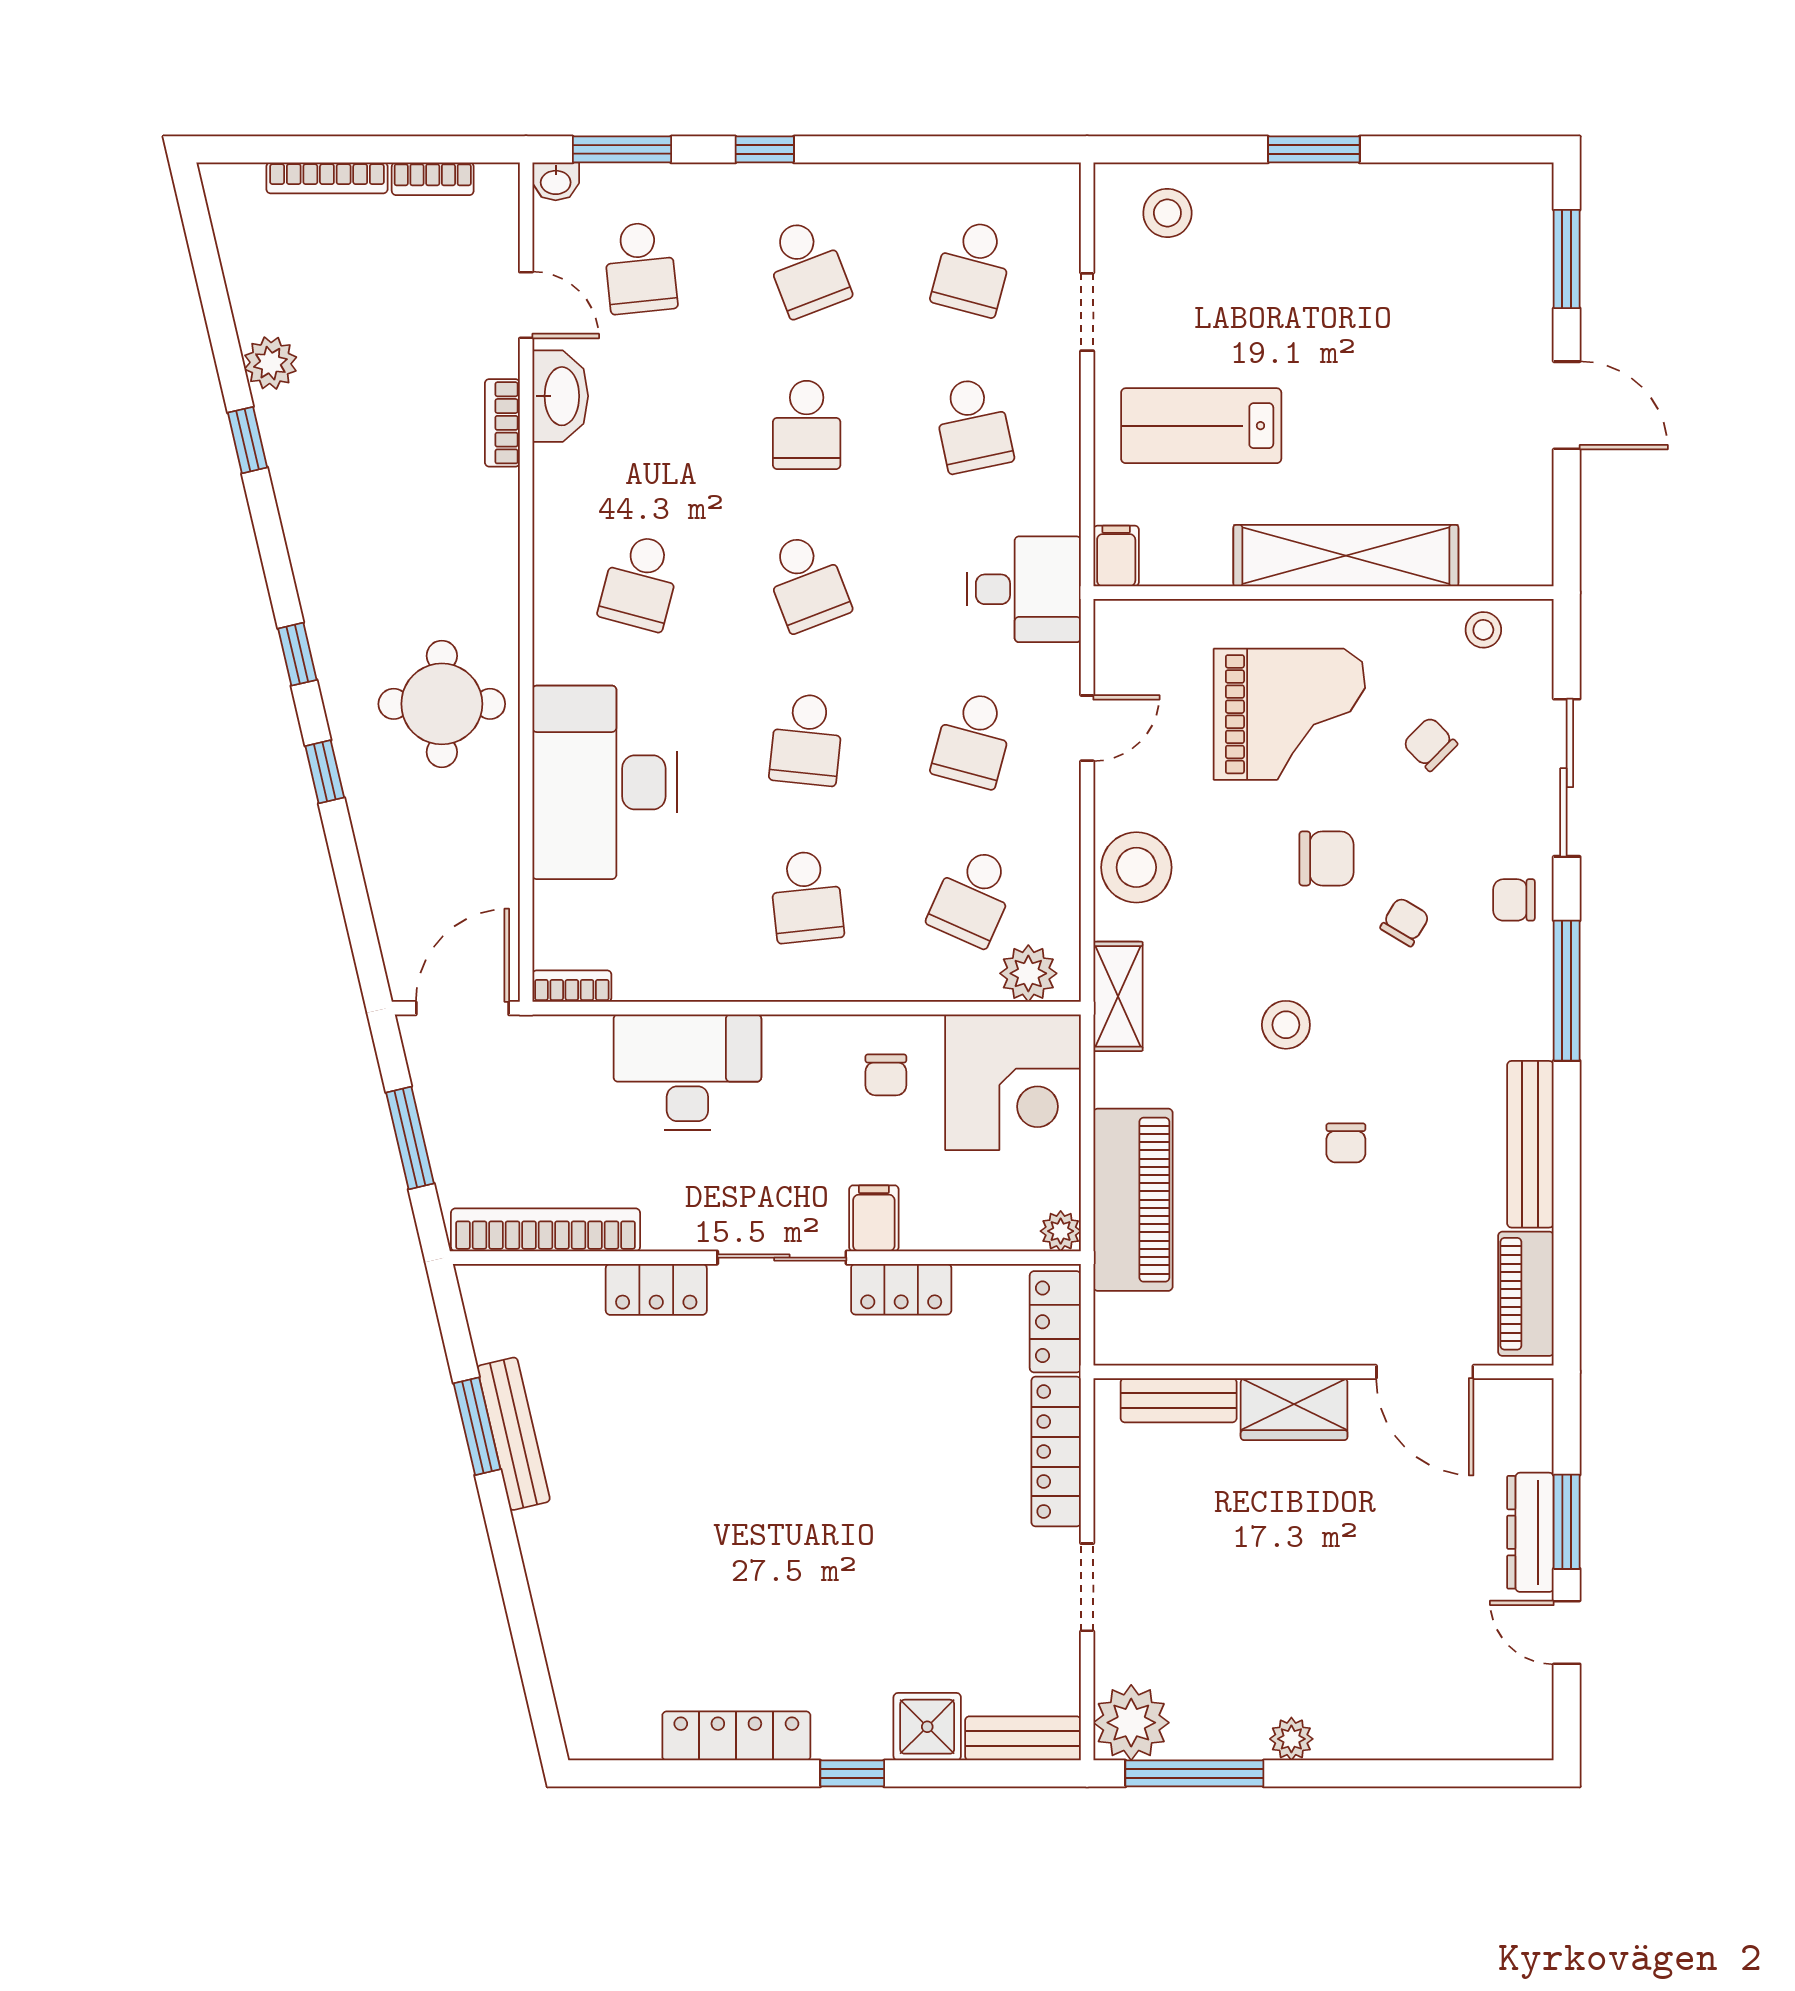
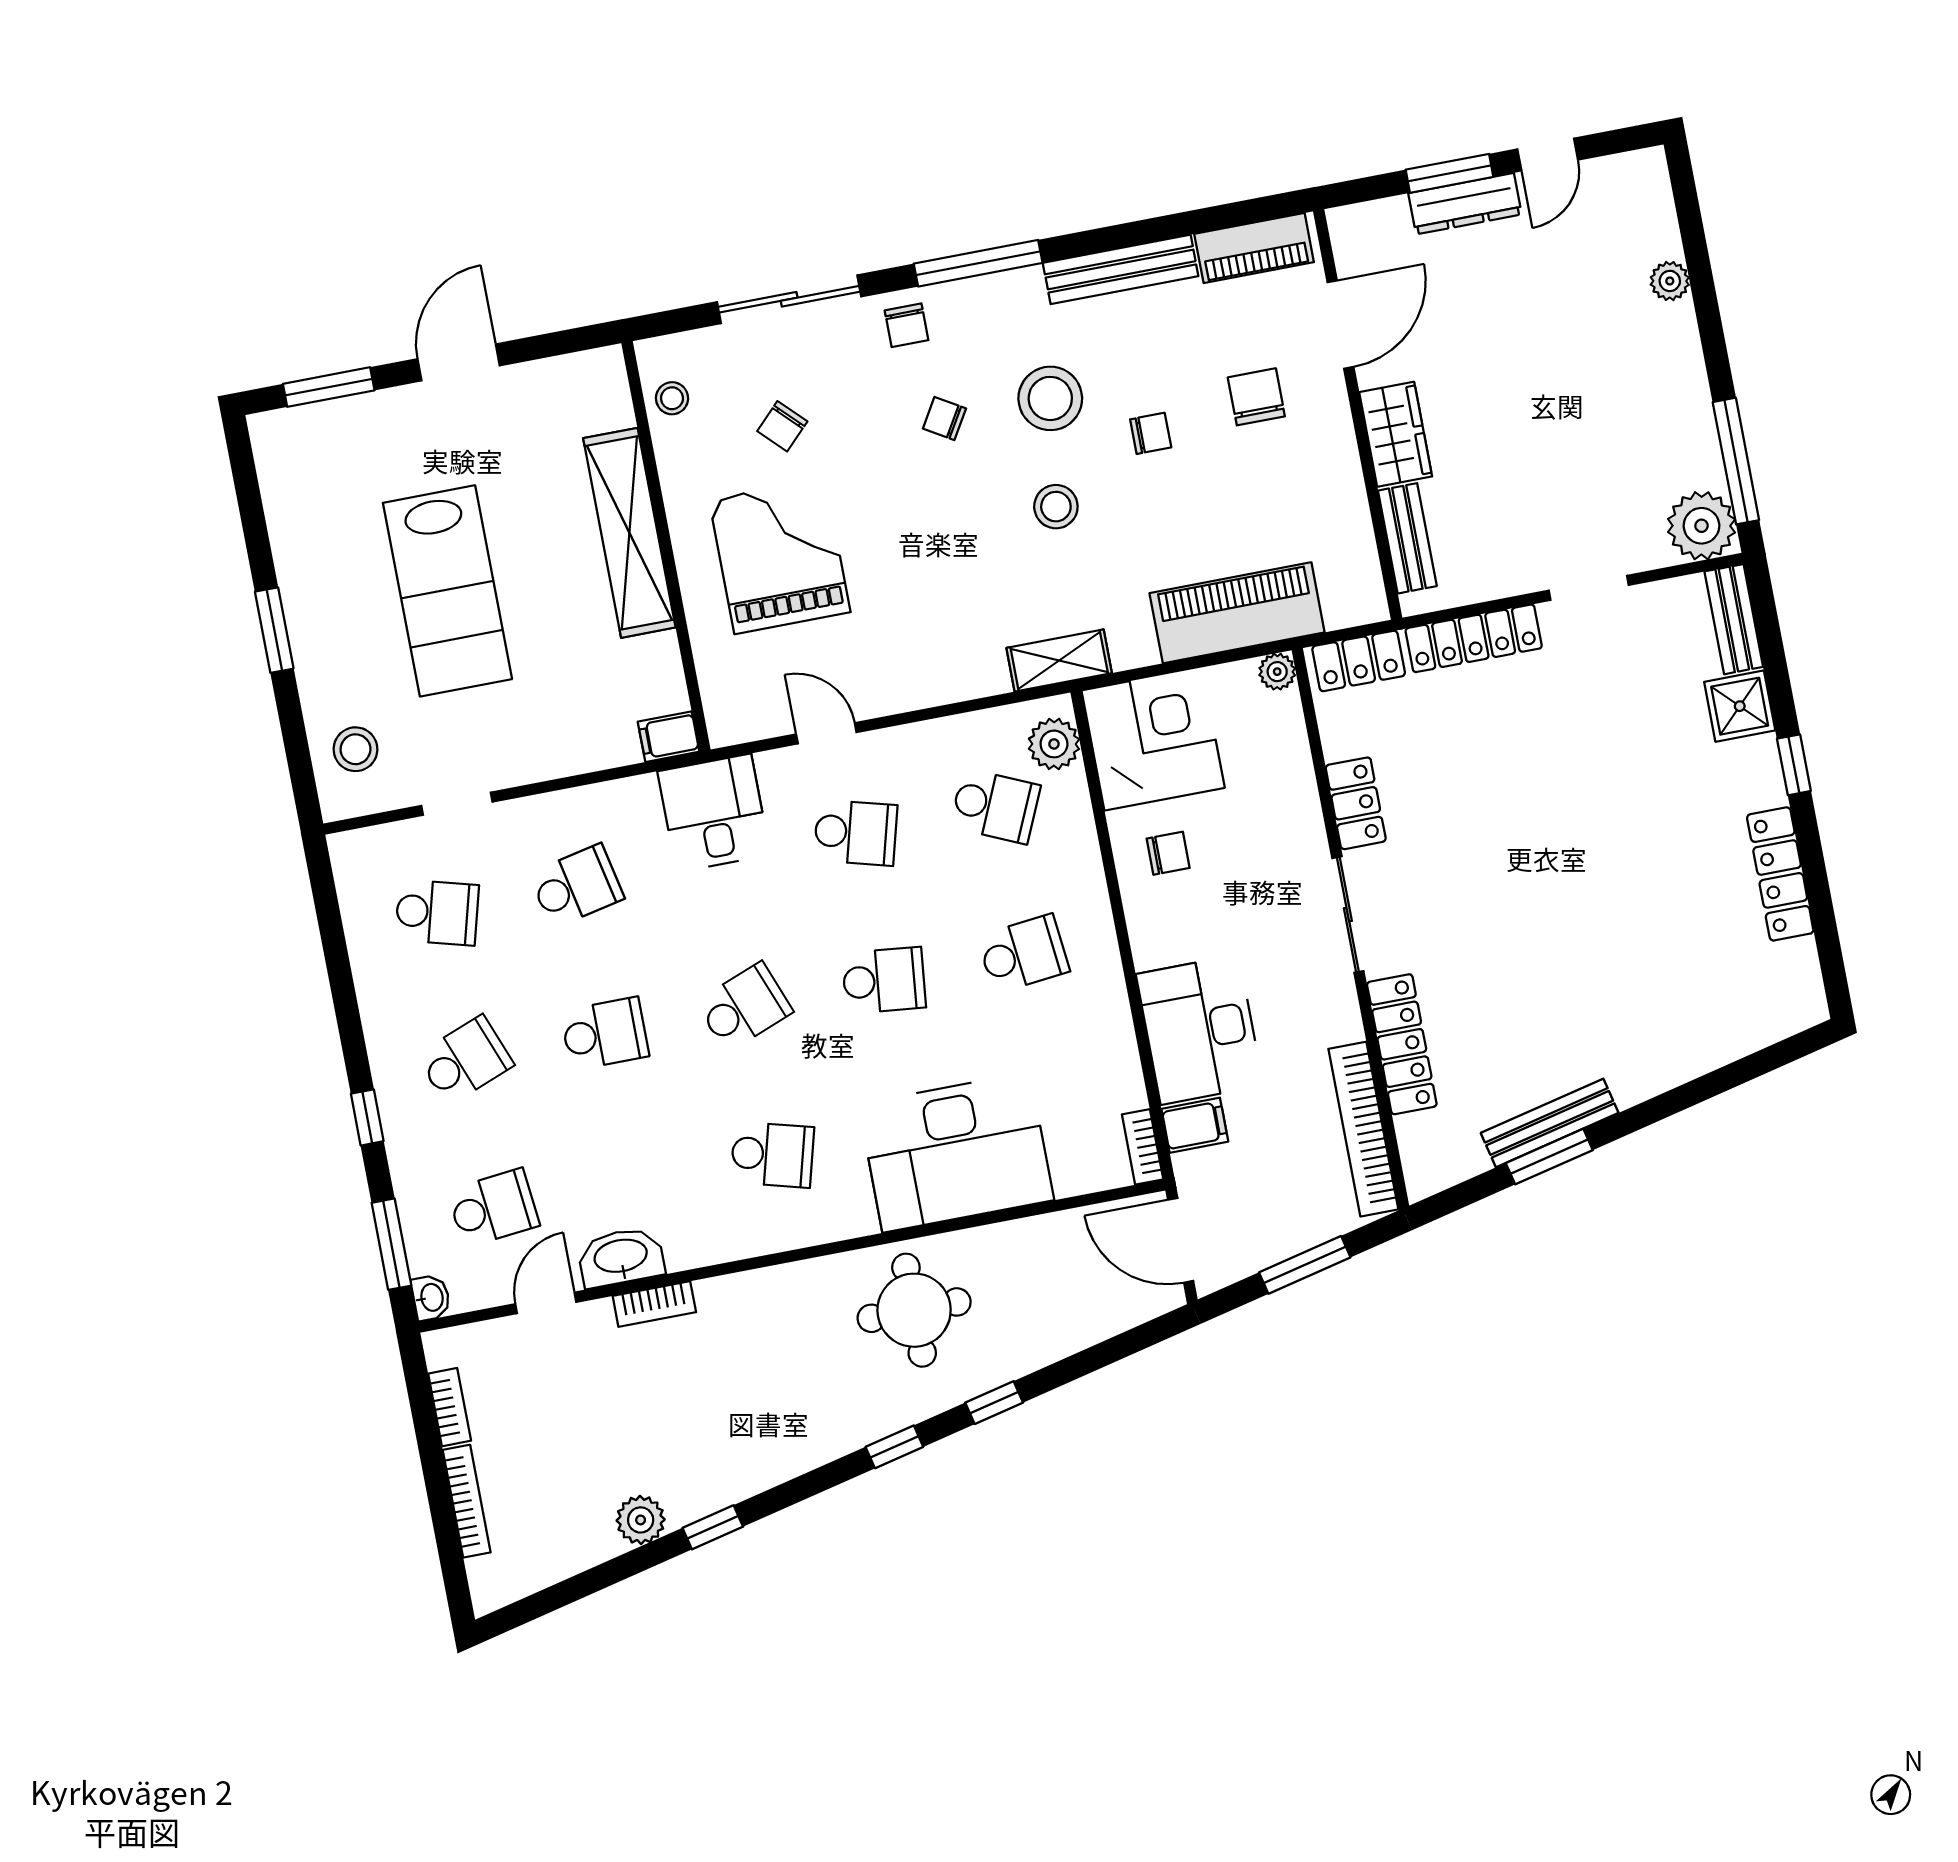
lab bench: (1201, 426) -> (447, 591), moved, width x1.36, depth x1.39
chair: (1326, 858) -> (1256, 397), moved
stool: (1136, 867) -> (1050, 398), moved
filing cabinet: (874, 1218) -> (1195, 1125), moved, turned 180
locker: (656, 1289) -> (1402, 1044), width x1.53
plant: (1291, 1739) -> (1670, 281), moved

